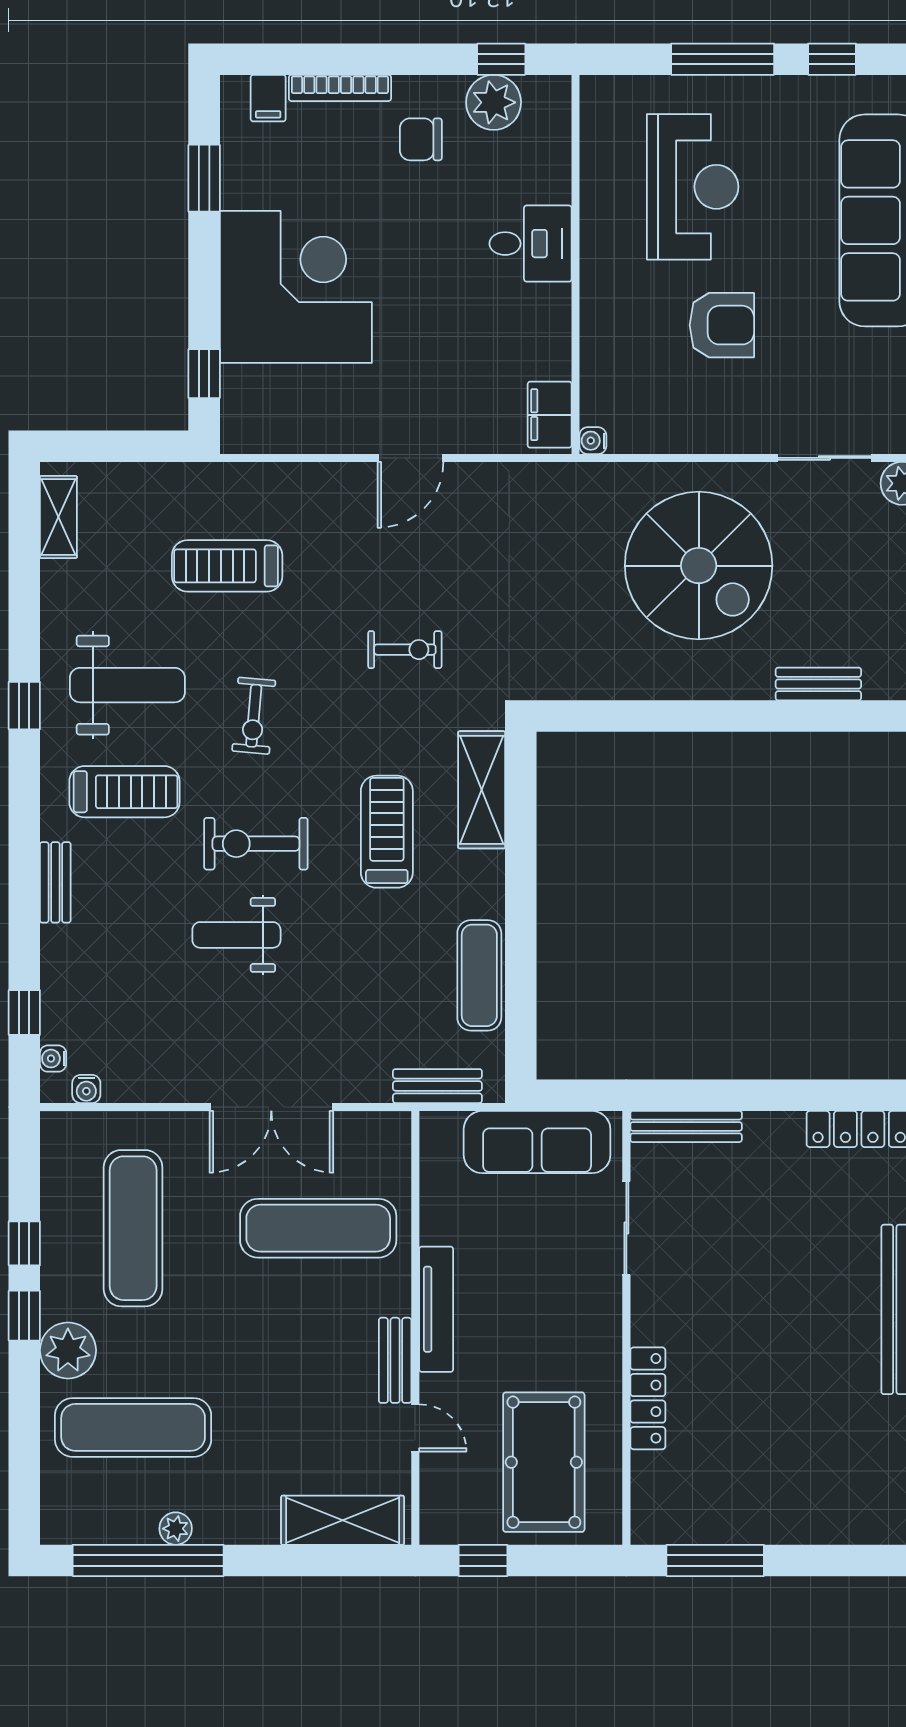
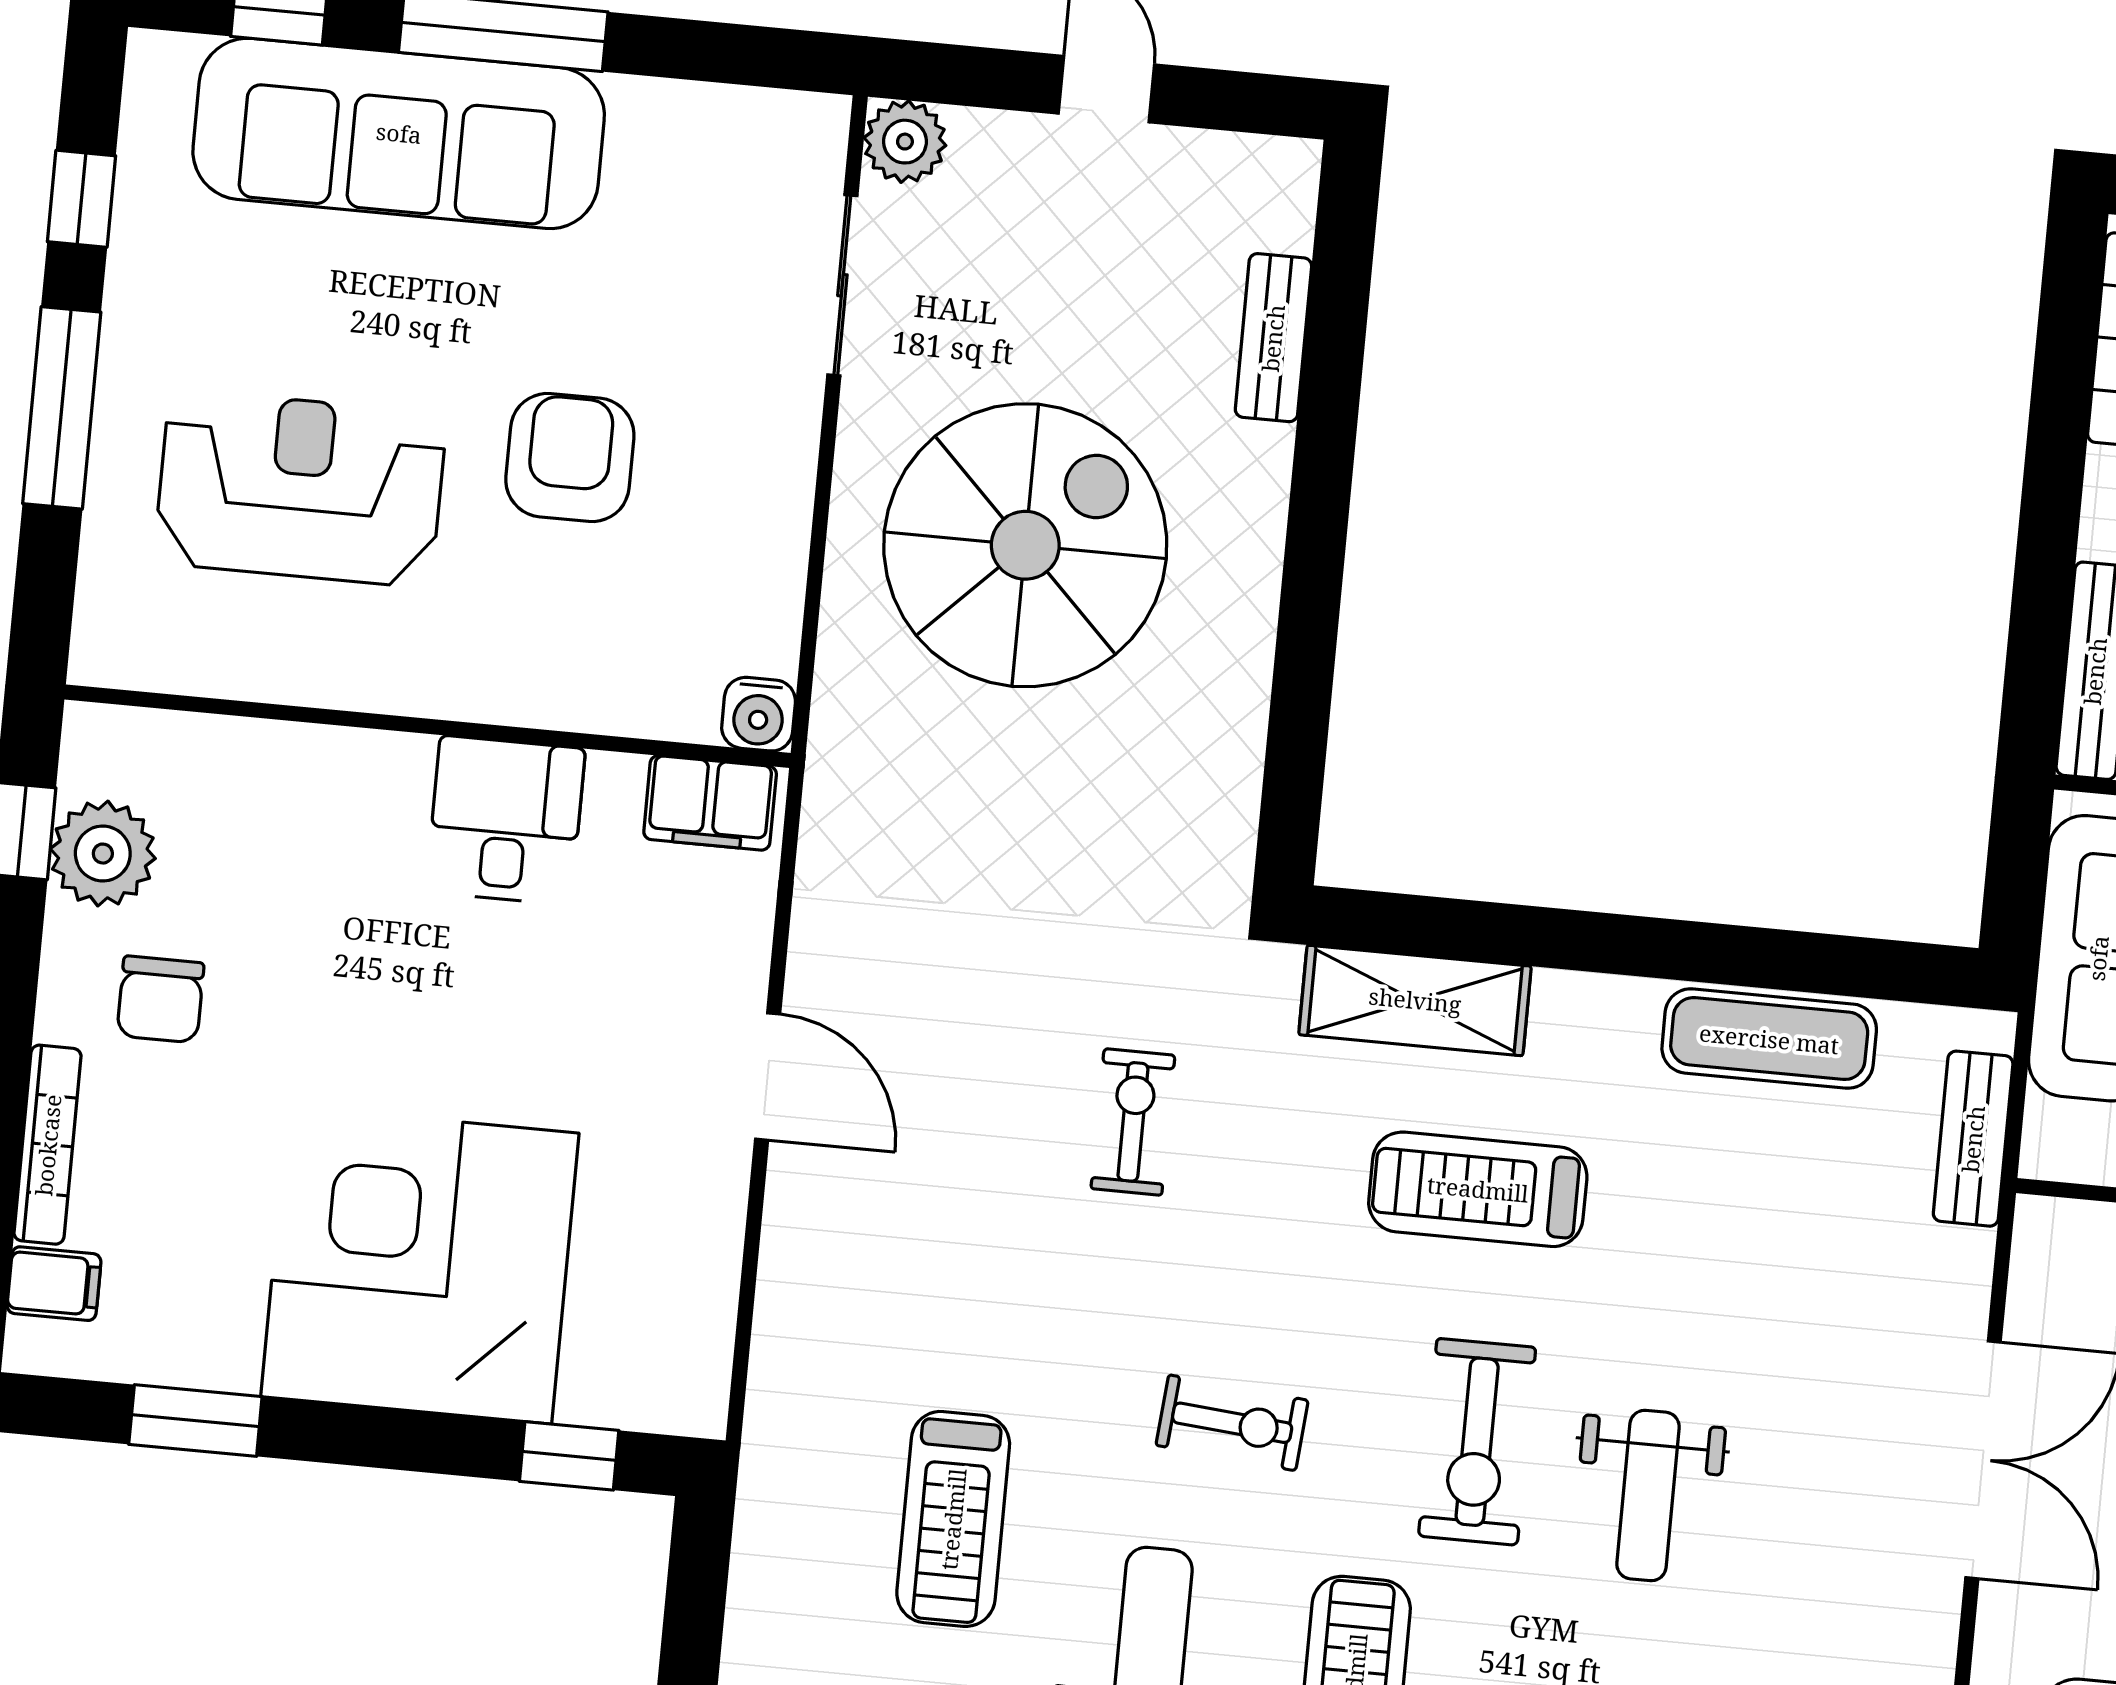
desk: (531, 244) -> (506, 820), moved
water cooler: (593, 441) -> (759, 714), width x1.38, depth x1.38
treadmill: (227, 566) -> (953, 1519), moved

